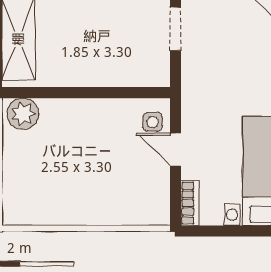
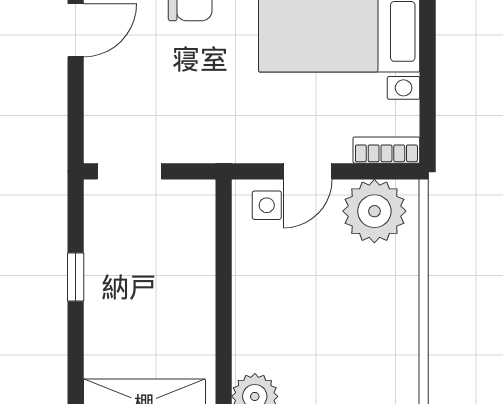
plant: (149, 195) -> (374, 211), added

